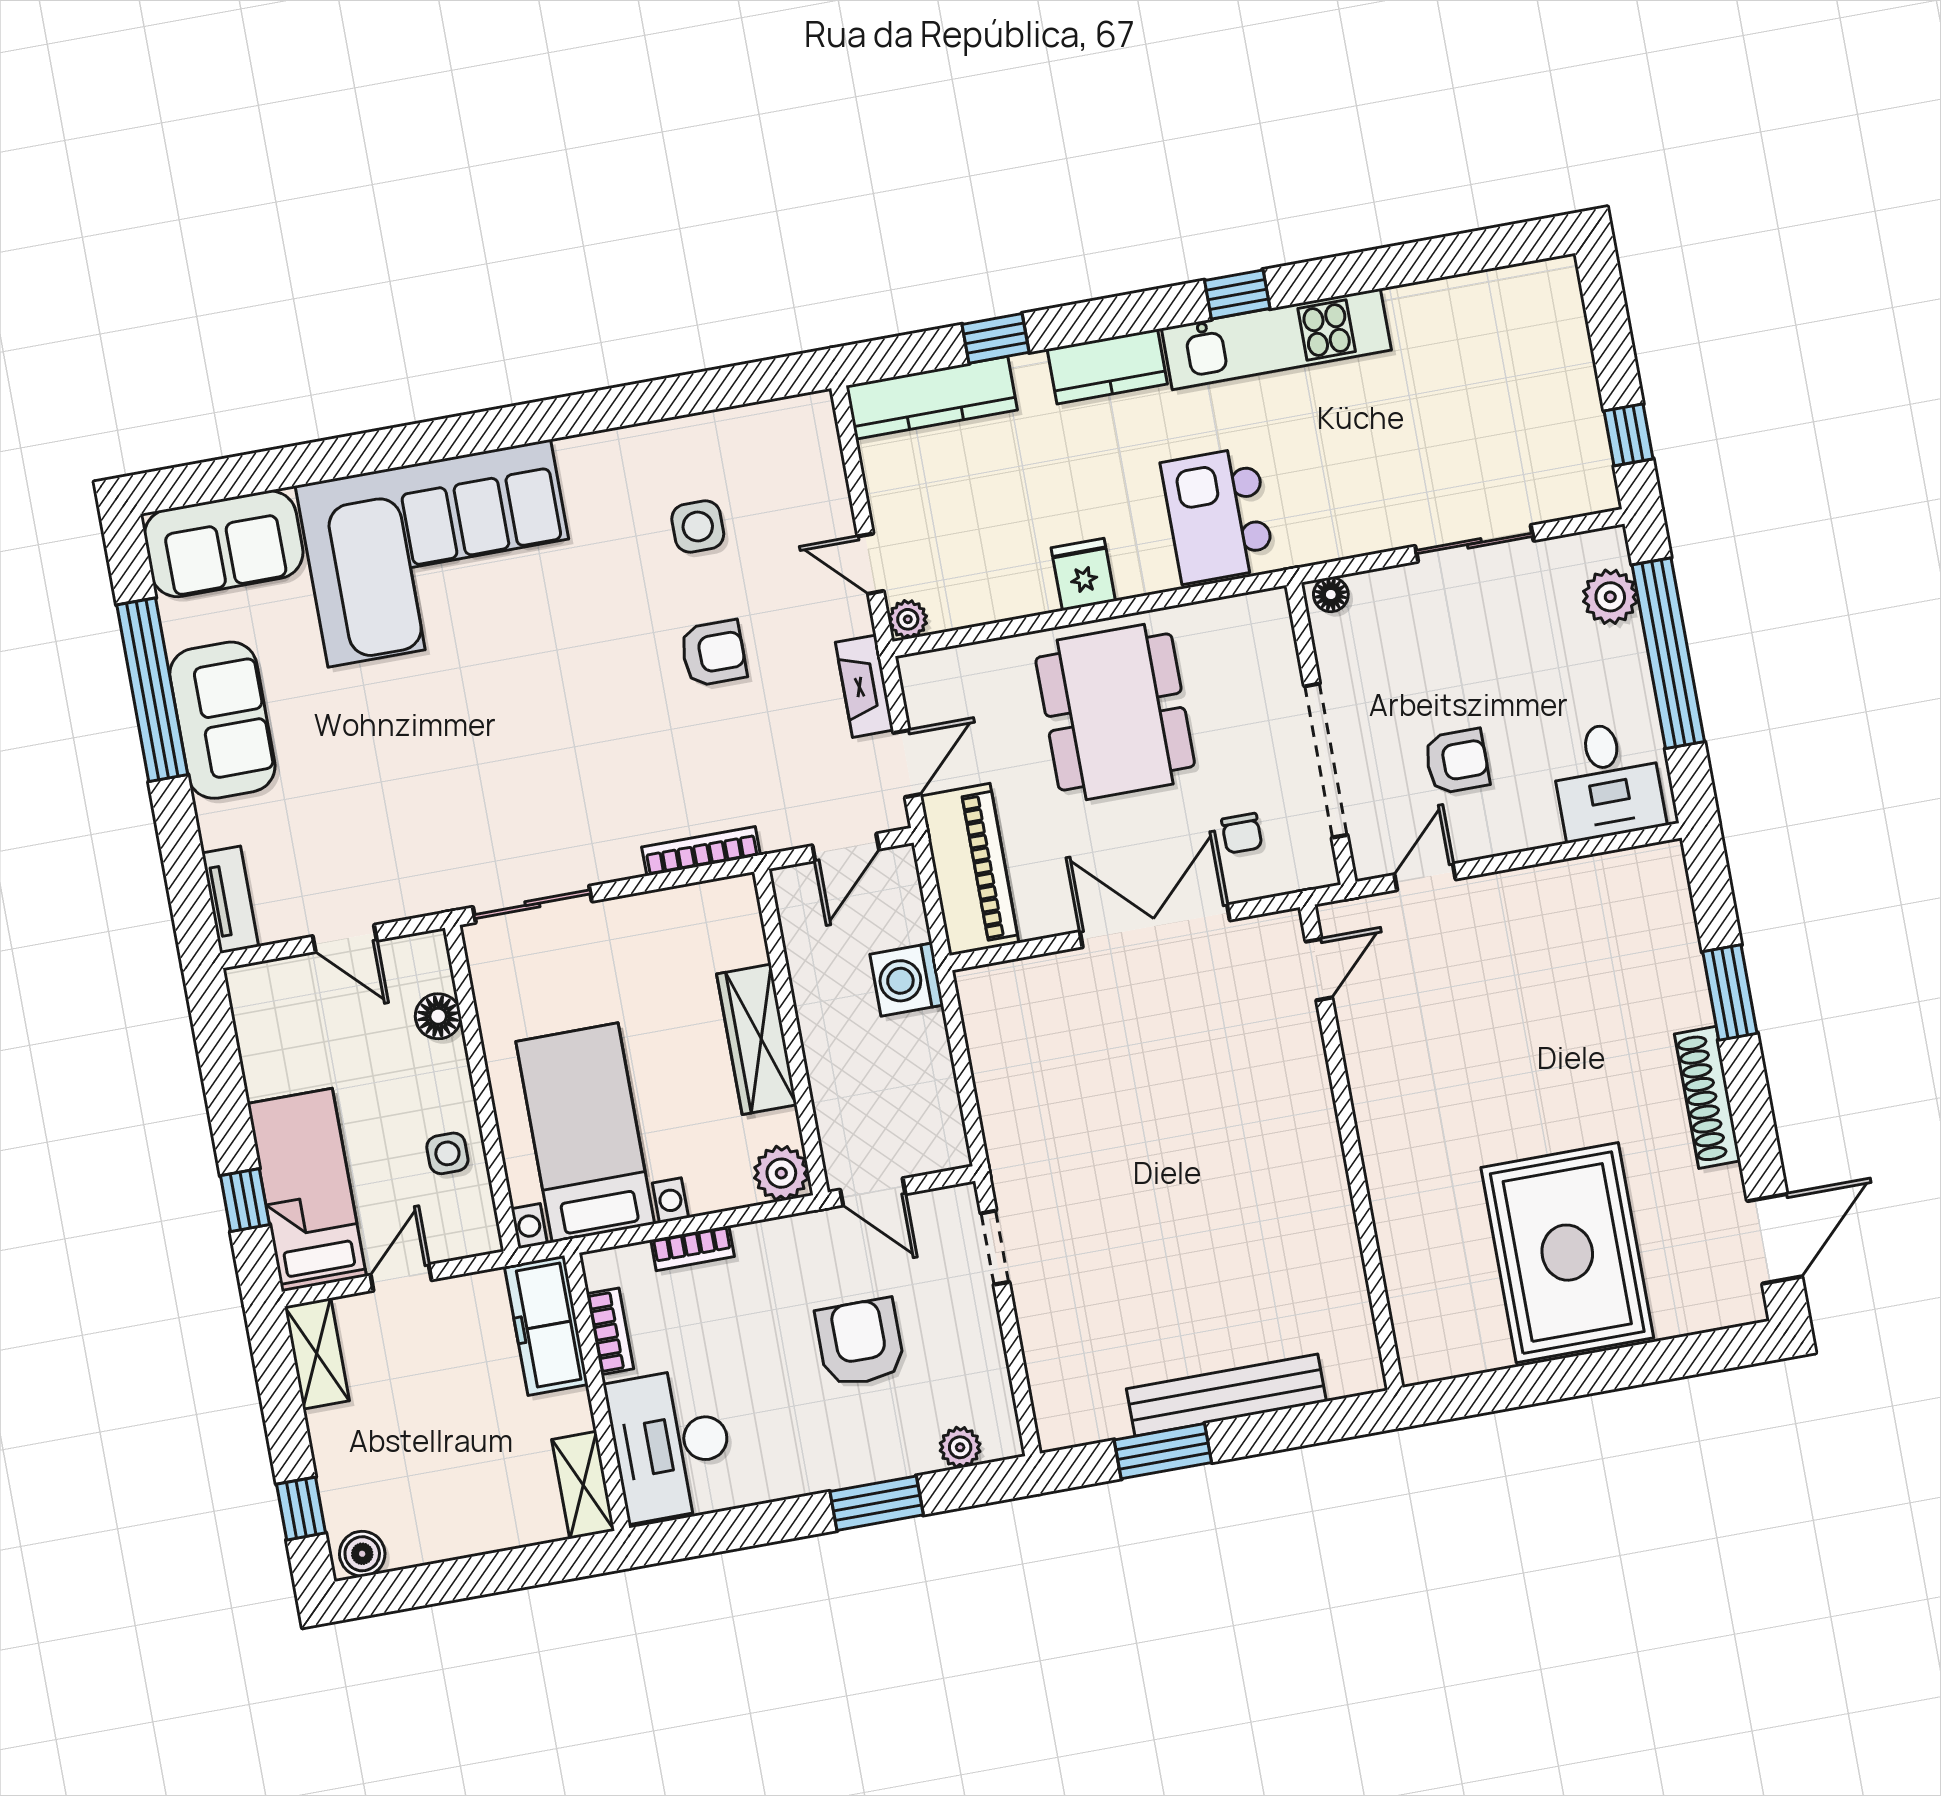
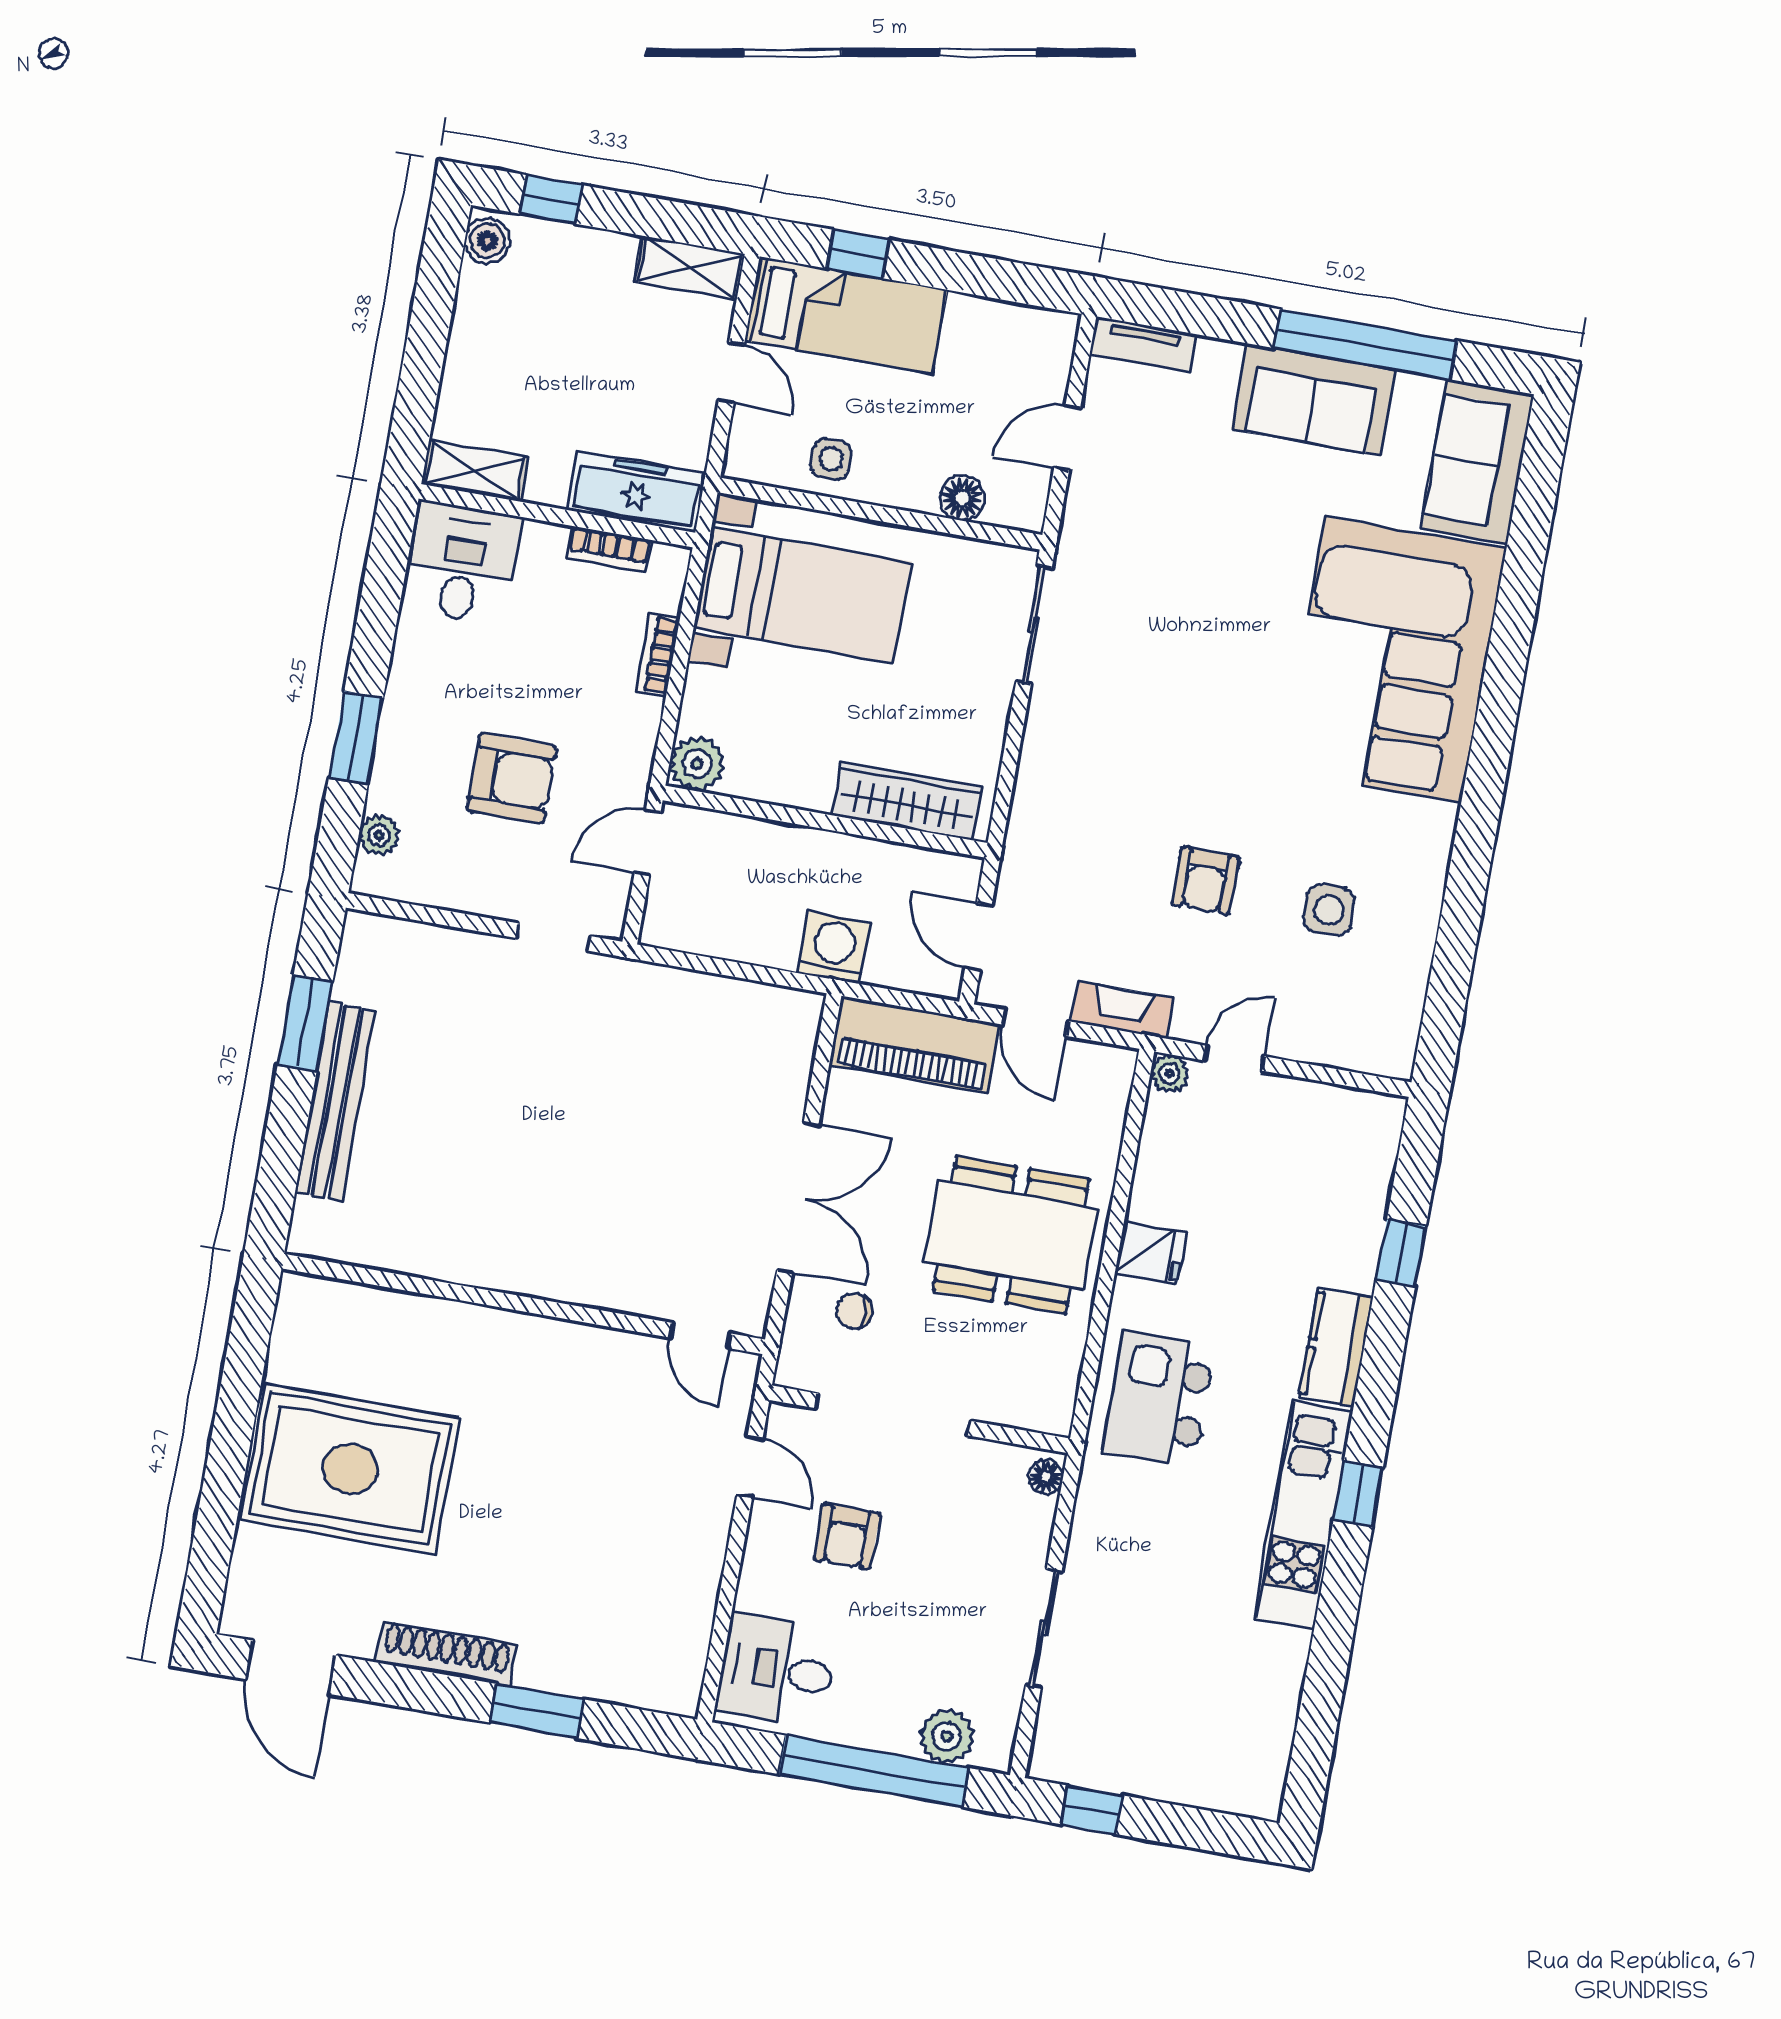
kitchen counter: (932, 398) -> (1368, 1173), removed
kitchen island: (1218, 515) -> (1159, 1399), turned -90
bookcase: (701, 851) -> (1025, 800), removed
wardrobe: (757, 1039) -> (907, 801), moved
desk: (671, 1444) -> (463, 563), width x0.73

